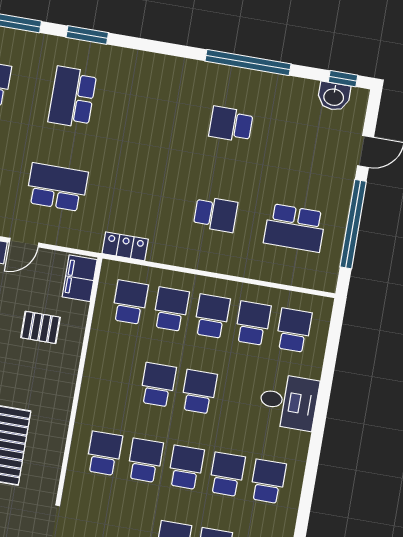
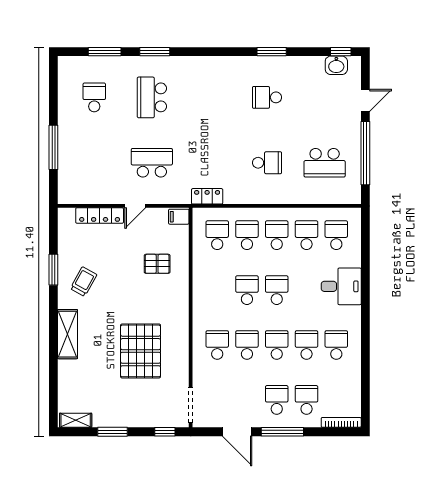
window: (248, 62) -> (272, 52), width x0.47
filing cabinet: (80, 278) -> (179, 217), width x0.50

